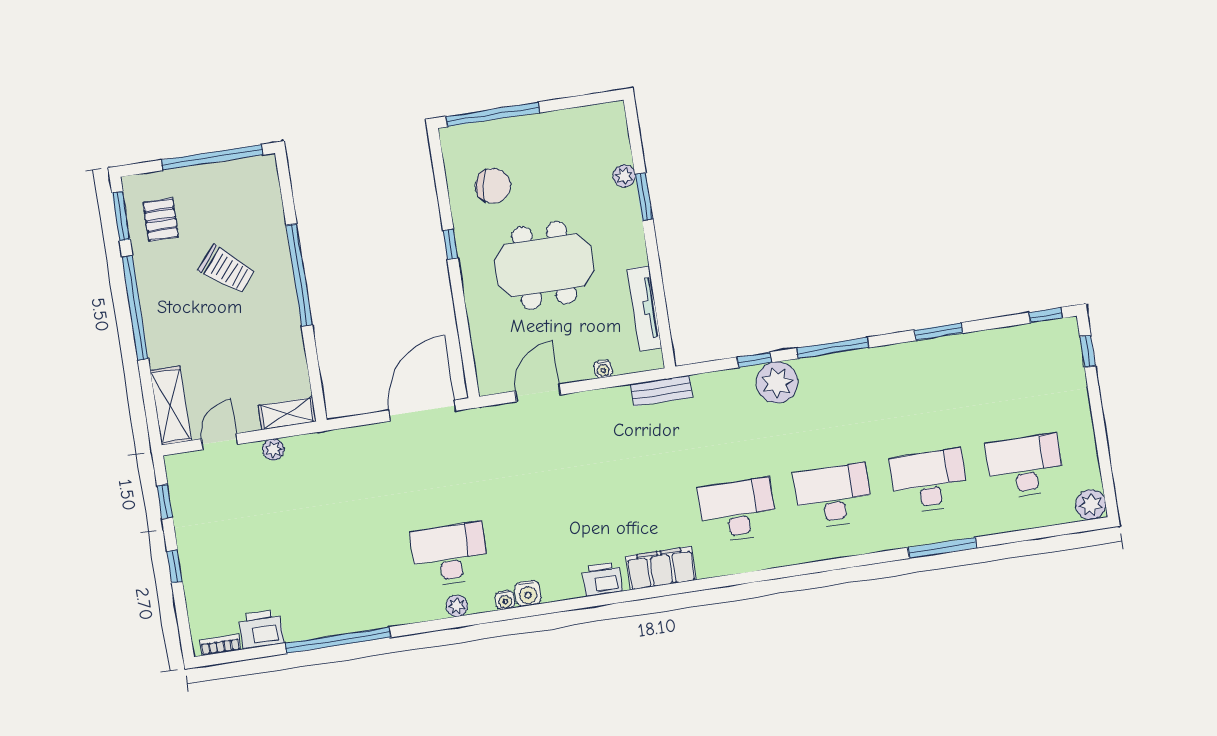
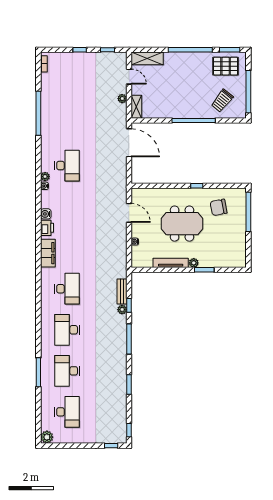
plant: (624, 176) -> (194, 263), moved
chair: (493, 186) -> (219, 207), turned 69
pallet: (161, 220) -> (226, 66), width x1.50, depth x1.42
meeting table: (544, 265) -> (182, 224), turned 90
trolley: (227, 269) -> (222, 101), moved
tv unit: (644, 308) -> (171, 263), moved
plant: (777, 382) -> (122, 310), width x0.53, depth x0.53
bench: (662, 391) -> (122, 291), moved
door: (422, 411) -> (129, 143), moved
desk: (929, 481) -> (67, 371), turned 180
desk: (833, 496) -> (67, 330), turned 180
water cooler: (528, 593) -> (46, 214), moved
plant: (457, 606) -> (45, 177), moved
printer: (261, 629) -> (48, 82), removed

